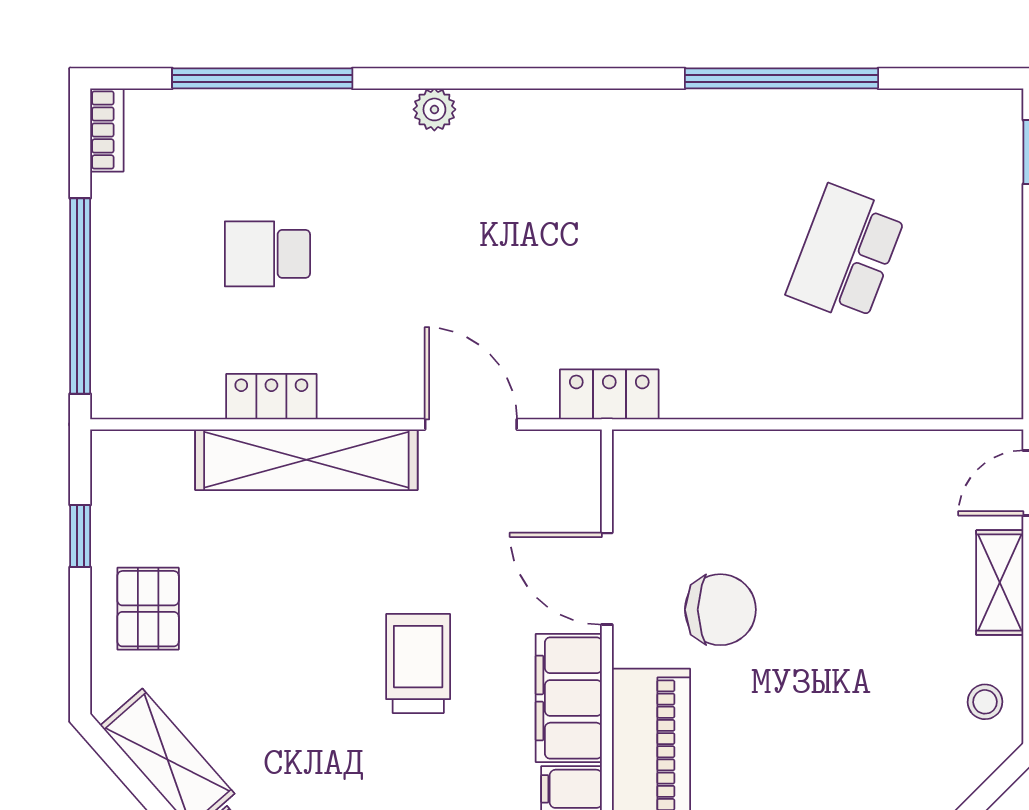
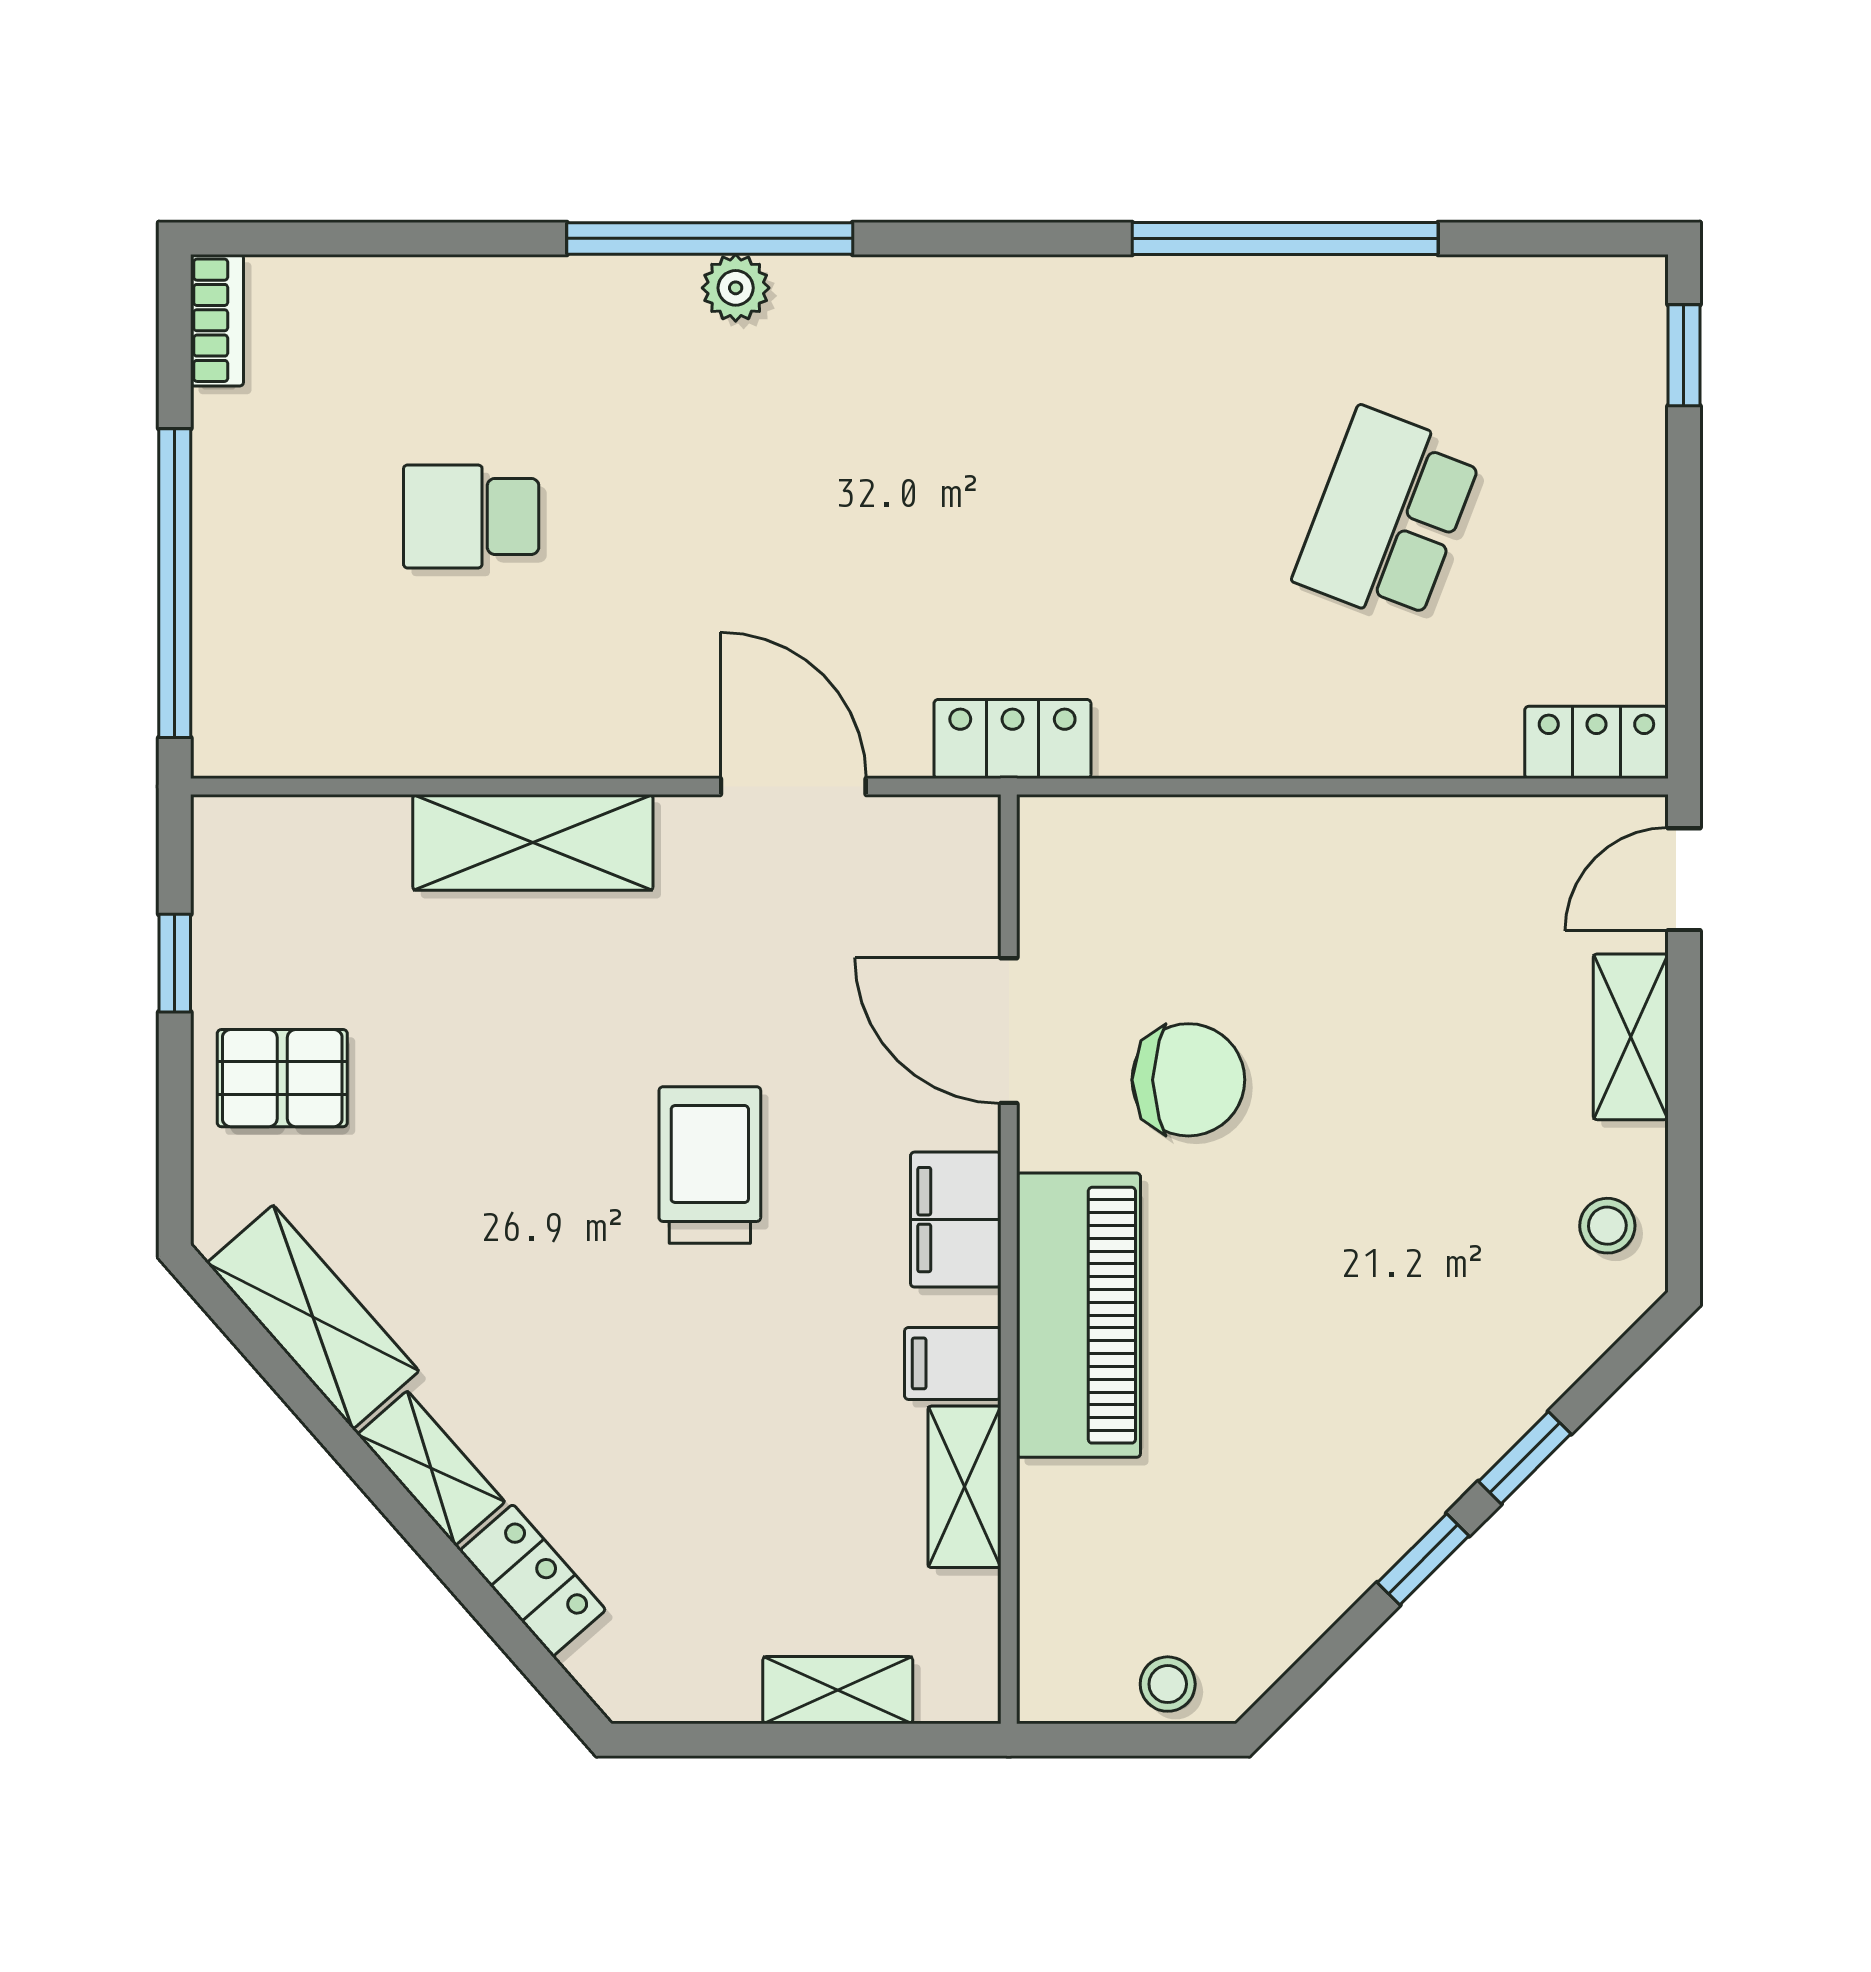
window: (262, 78) -> (710, 238), moved
locker: (271, 397) -> (1596, 742), moved
shelving: (306, 460) -> (533, 842), width x0.68
pallet: (148, 609) -> (282, 1078), turned 90
filing cabinet: (569, 698) -> (956, 1220), width x0.67, depth x0.86

